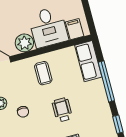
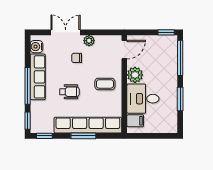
row of seats: (88, 61) -> (88, 125), width x2.02
window: (106, 81) -> (83, 136), width x0.69

